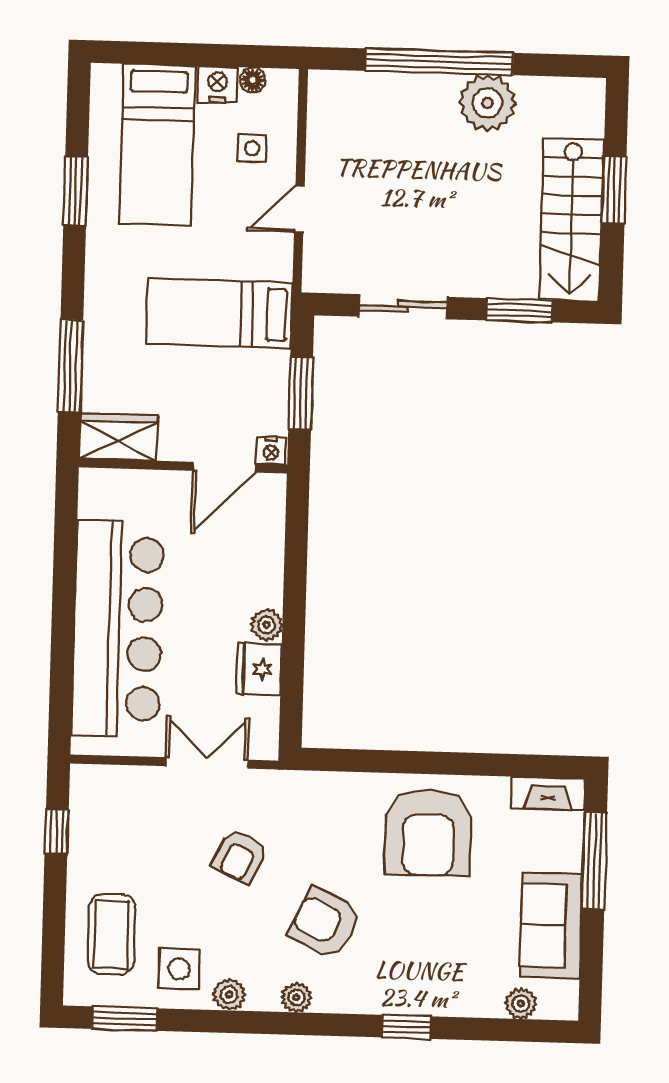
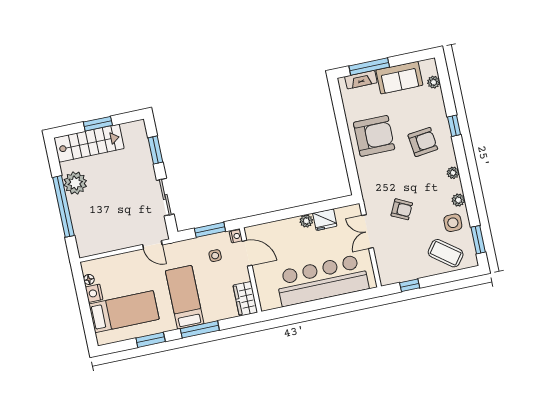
side table: (252, 148) -> (215, 256), moved
door: (299, 209) -> (152, 245), moved
stairs: (572, 220) -> (89, 143), moved
bed: (219, 313) -> (185, 297), moved, turned 180
window: (70, 366) -> (200, 329), moved
fireplace: (548, 793) -> (361, 80), moved, turned 90
armchair: (325, 923) -> (423, 142), moved, turned -122
coffee table: (111, 934) -> (446, 253), turned 37

